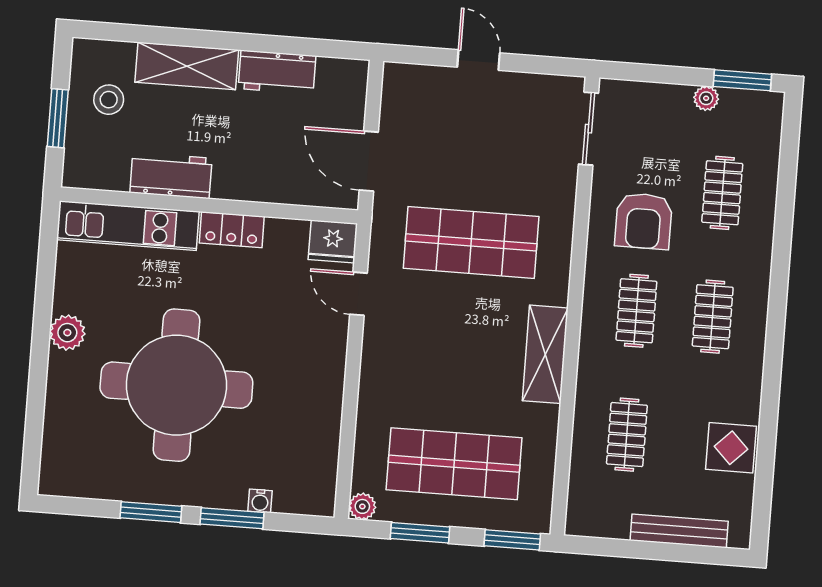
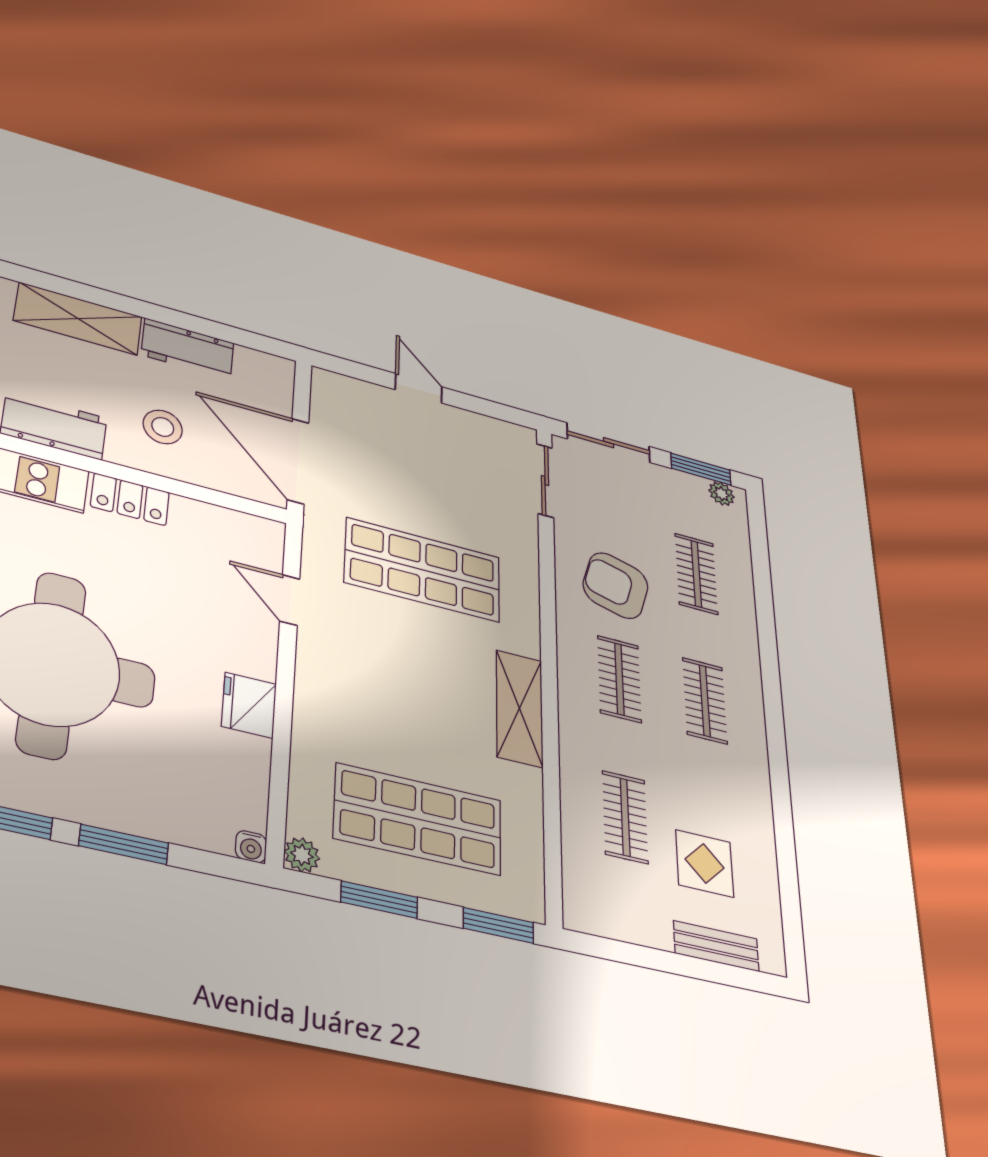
sliding door: (654, 74) -> (609, 443), added
plant: (706, 98) -> (722, 494), moved
stool: (257, 155) -> (163, 427), added
door: (369, 161) -> (298, 461), width x1.36
armchair: (643, 221) -> (616, 586), turned 106
fridge: (333, 242) -> (249, 705), moved, turned 90
display table: (731, 448) -> (705, 863), moved
water cooler: (260, 501) -> (251, 847), moved
bench: (679, 531) -> (716, 946), width x0.73

